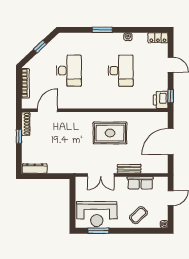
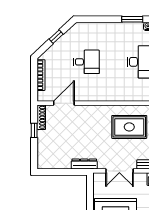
window: (102, 30) -> (132, 19), moved
desk: (69, 71) -> (86, 62), width x0.73
dresser: (35, 168) -> (84, 164), moved

